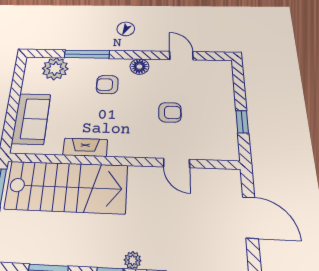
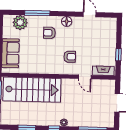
armchair: (170, 112) -> (70, 57), moved
fireplace: (85, 147) -> (103, 71), moved

